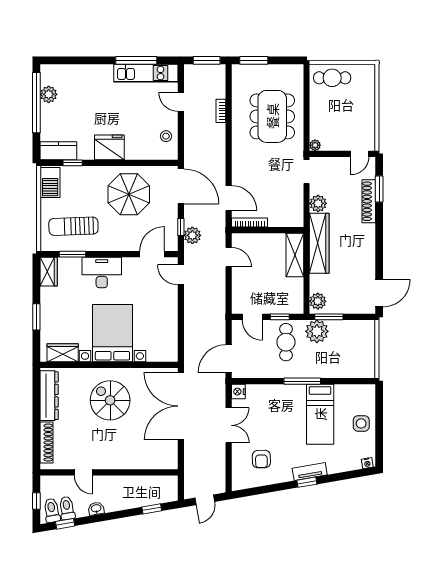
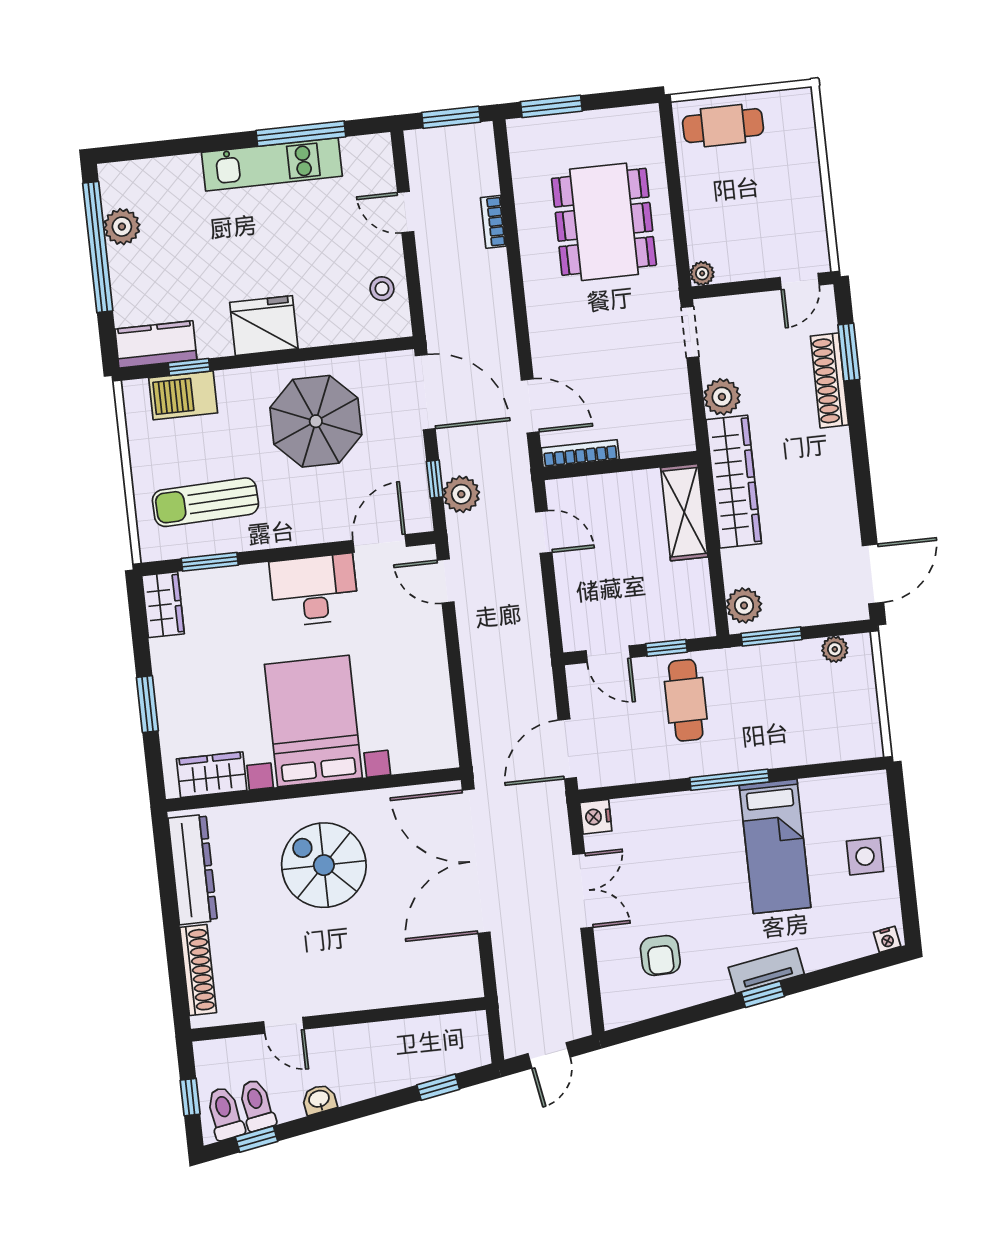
kitchen unit: (146, 73) -> (272, 164), moved
barbecue: (50, 183) -> (183, 395), moved, turned 90
desk: (102, 272) -> (314, 590), moved
plant: (317, 331) -> (835, 649), moved, width x0.53, depth x0.53

